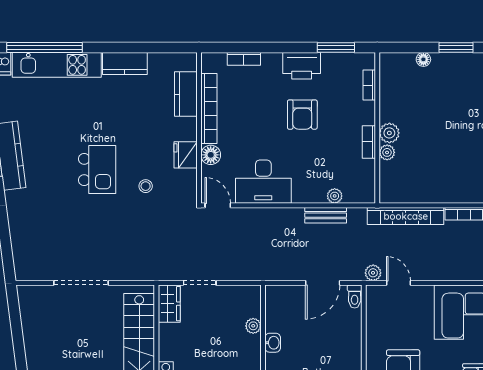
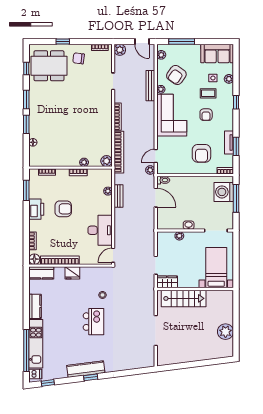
kitchen counter: (186, 94) -> (41, 273), moved
plant: (389, 133) -> (106, 161), moved
fridge: (186, 155) -> (72, 273), moved
floor lamp: (211, 155) -> (34, 259), moved
kitchen island: (97, 170) -> (93, 322), turned 90

